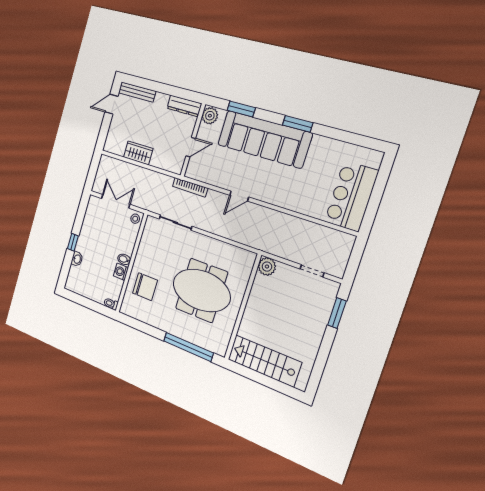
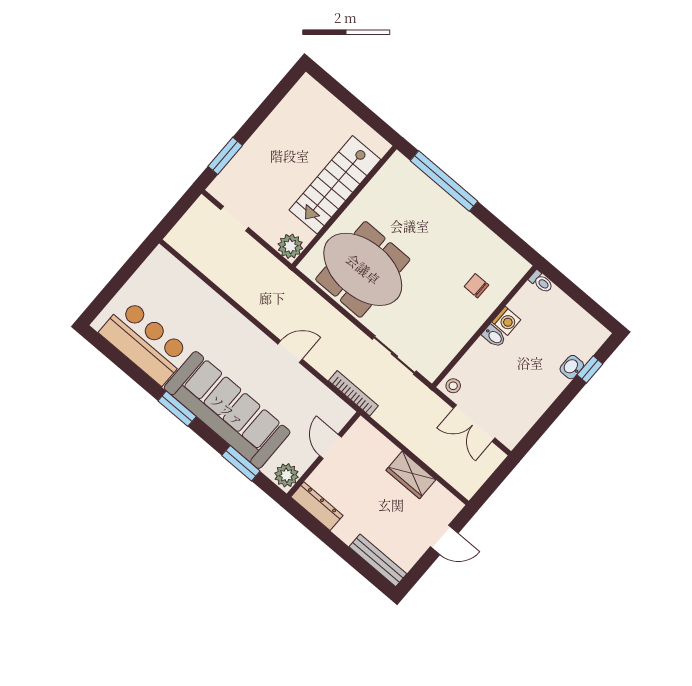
door: (111, 104) -> (444, 540), moved
door: (191, 147) -> (330, 446), hinge flipped
bar counter: (351, 196) -> (145, 342), moved, turned -90
window: (73, 242) -> (590, 369), moved
chair: (145, 287) -> (476, 286), width x0.54, depth x0.54
meeting table: (201, 290) -> (363, 269), moved
stairs: (264, 361) -> (335, 185), moved, turned 90

